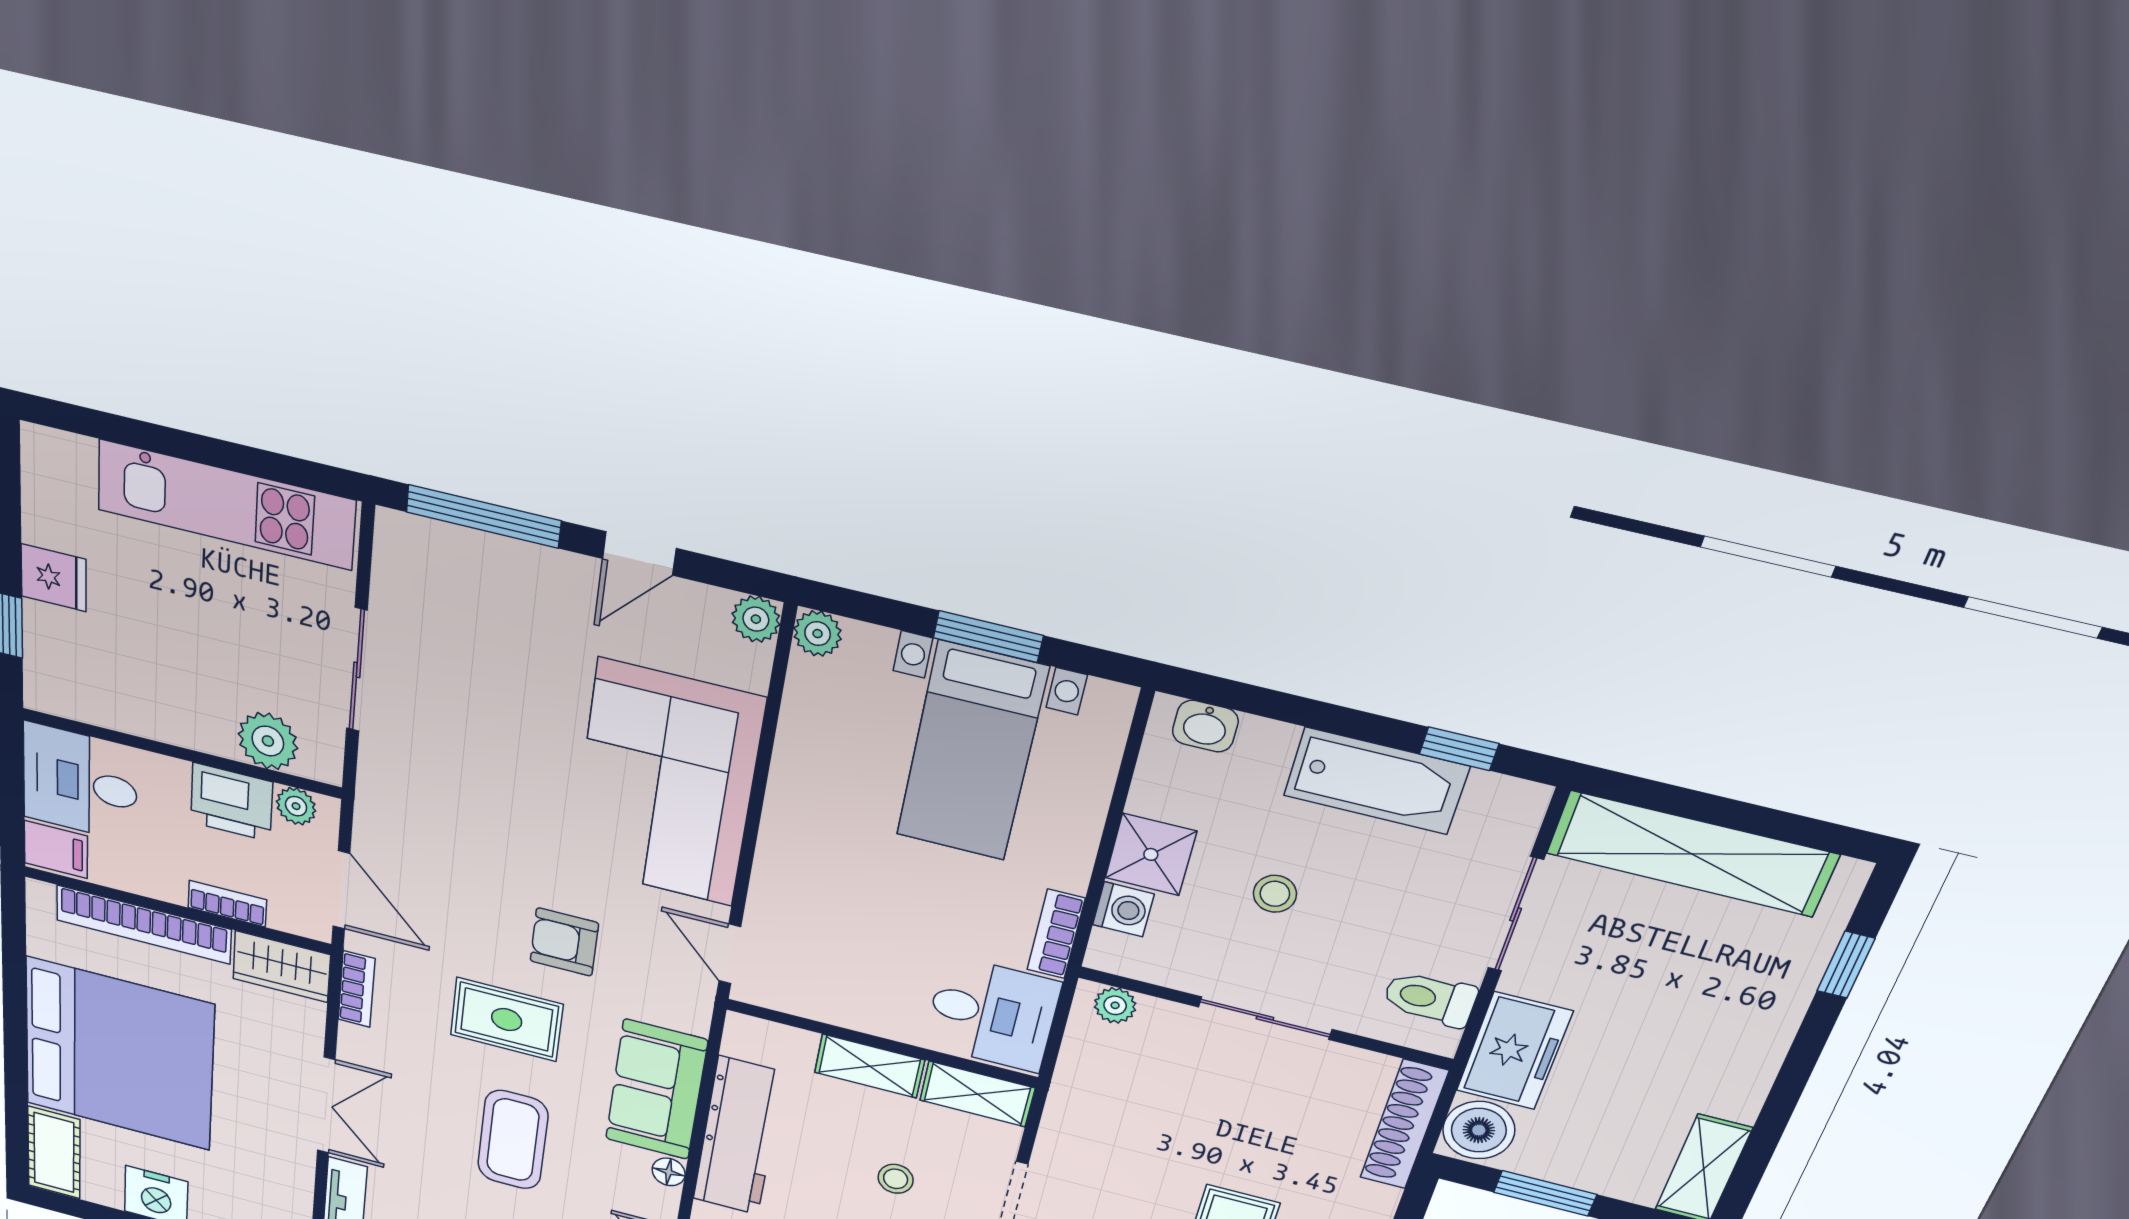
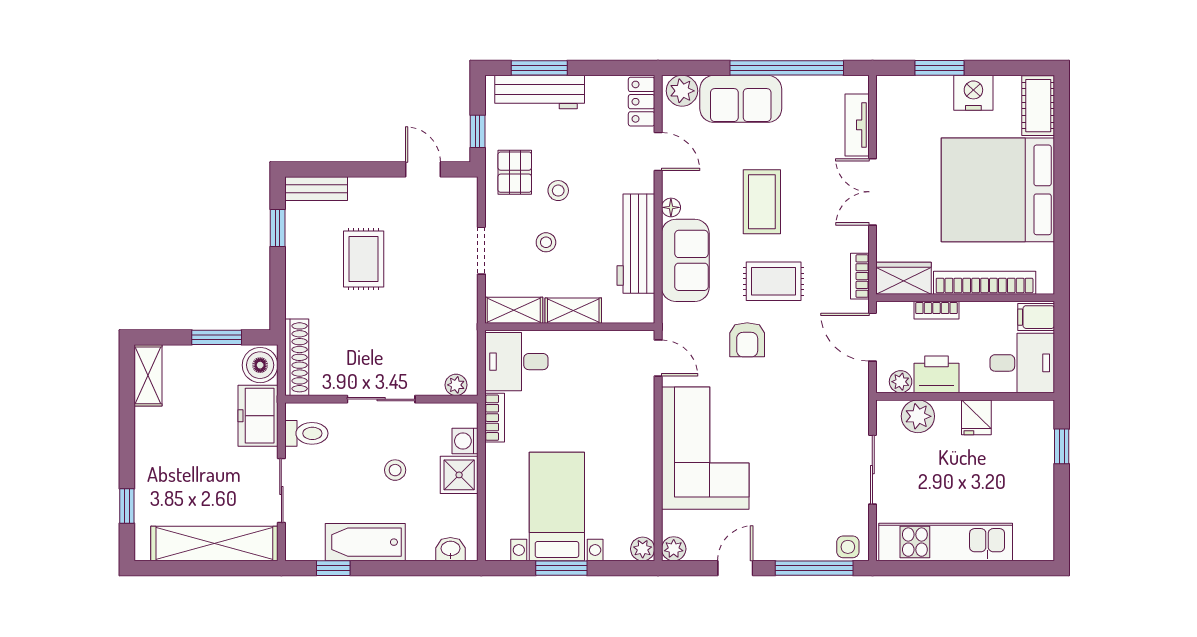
side table: (414, 541) -> (848, 547), added
fridge: (54, 578) -> (976, 417), moved, turned -90
armchair: (564, 942) -> (747, 340), turned 90

